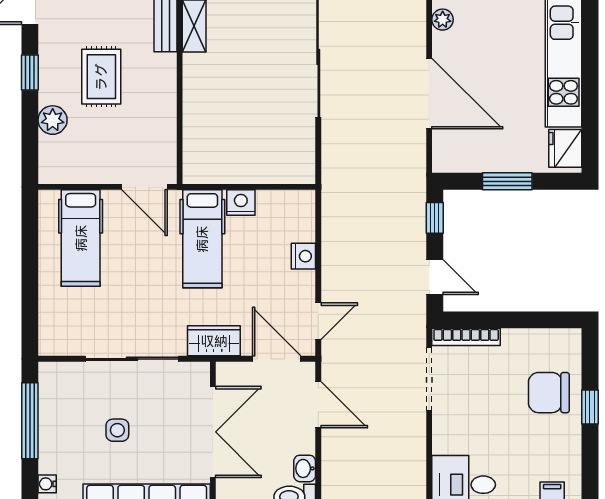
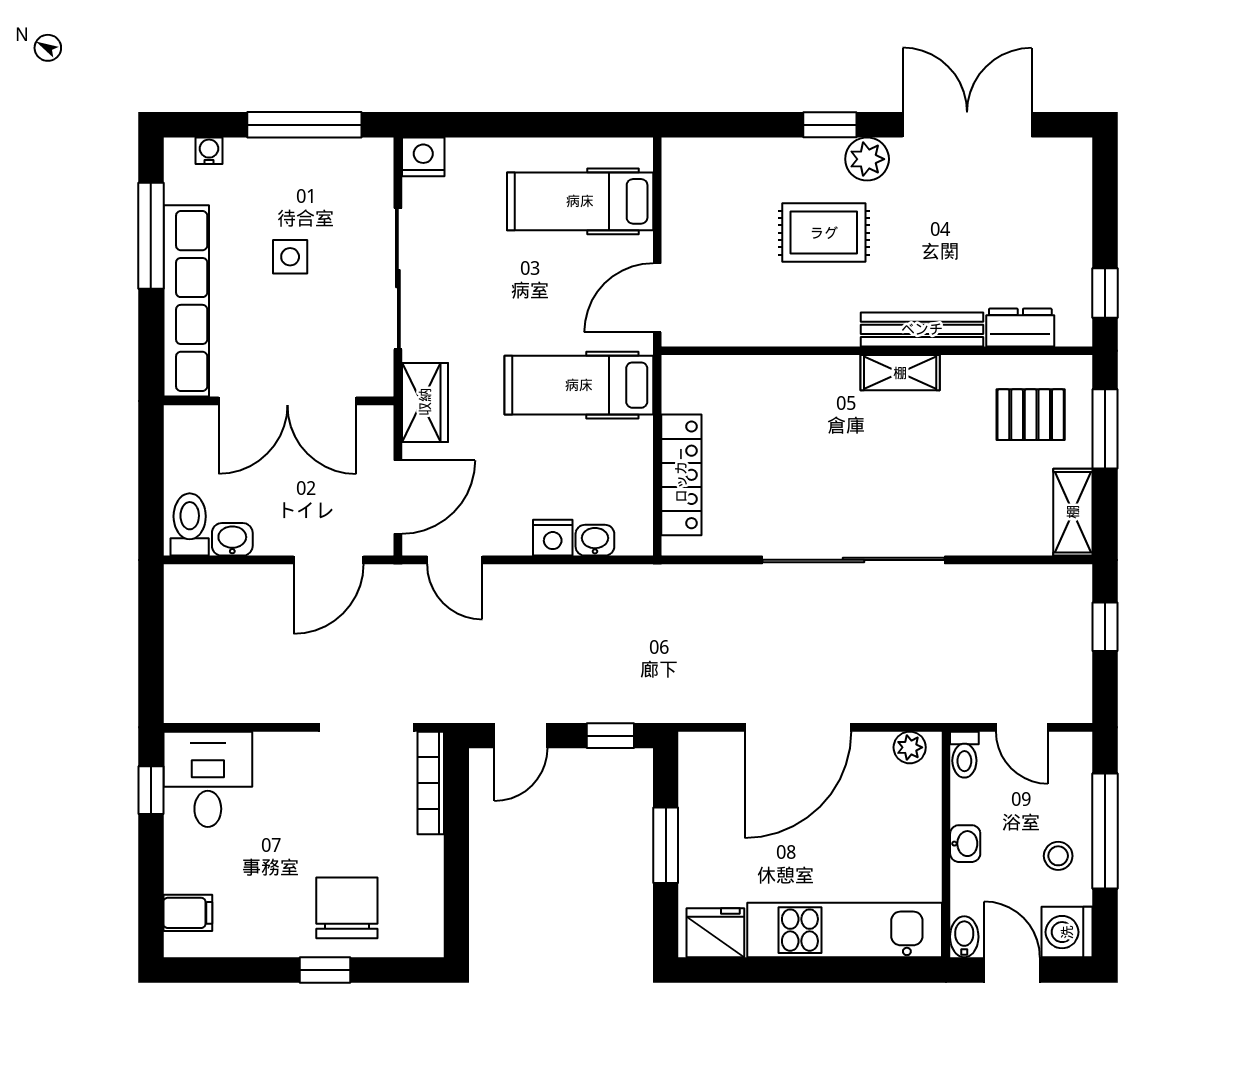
plant: (53, 120) -> (867, 159), moved
locker: (262, 171) -> (681, 475), added
nightstand: (241, 203) -> (423, 157), moved, turned -90
washbasin: (305, 228) -> (595, 540), added

